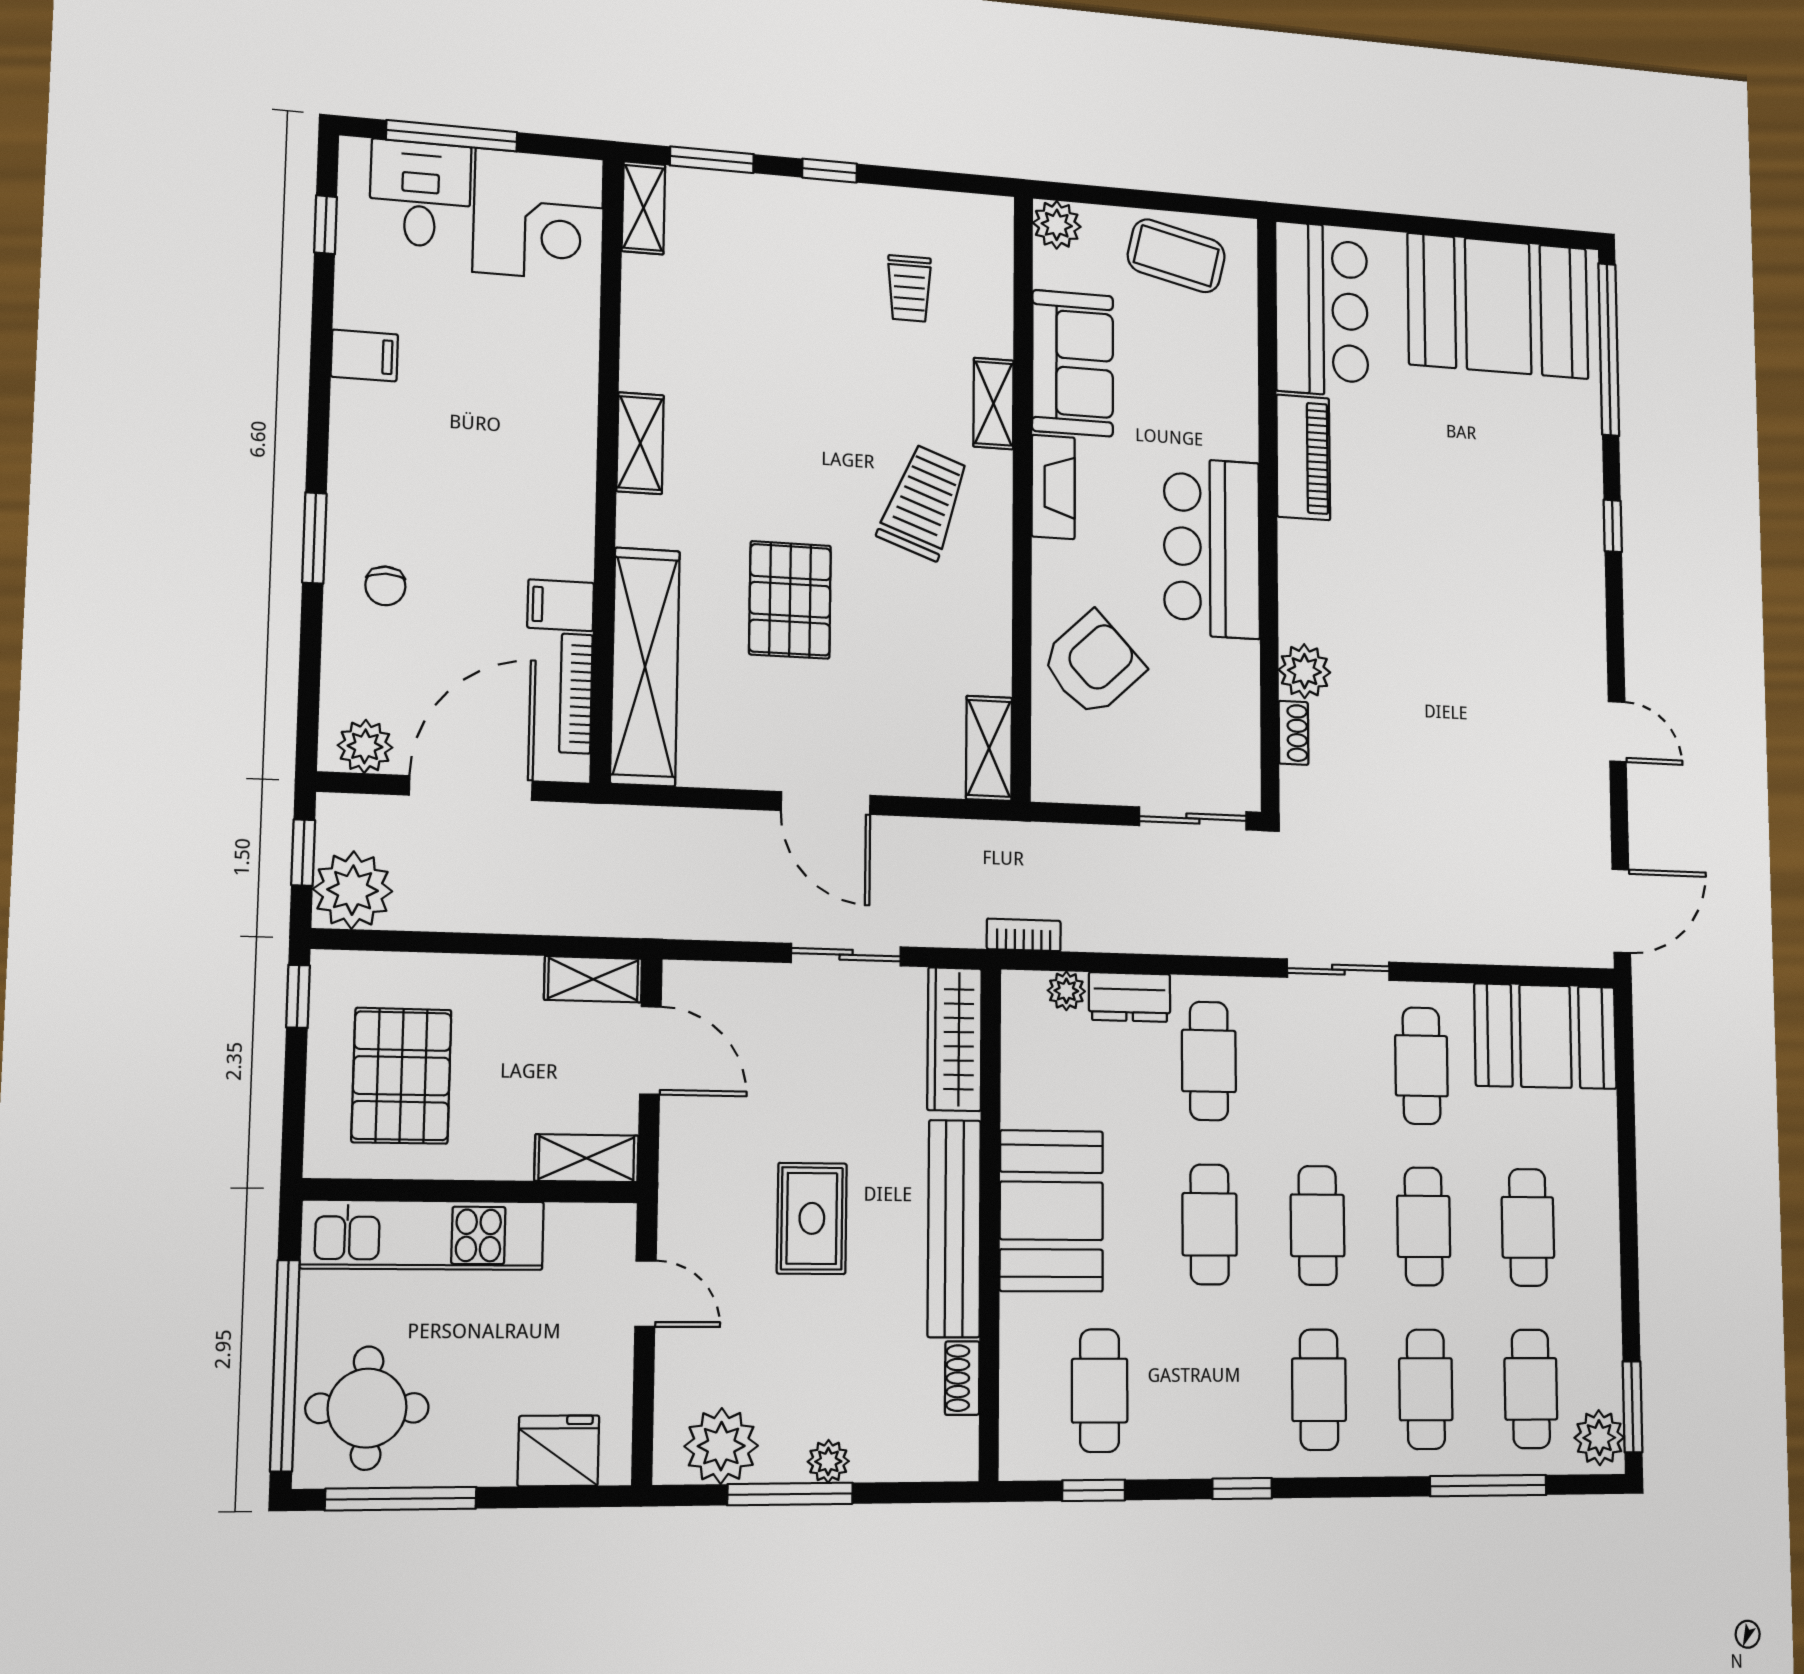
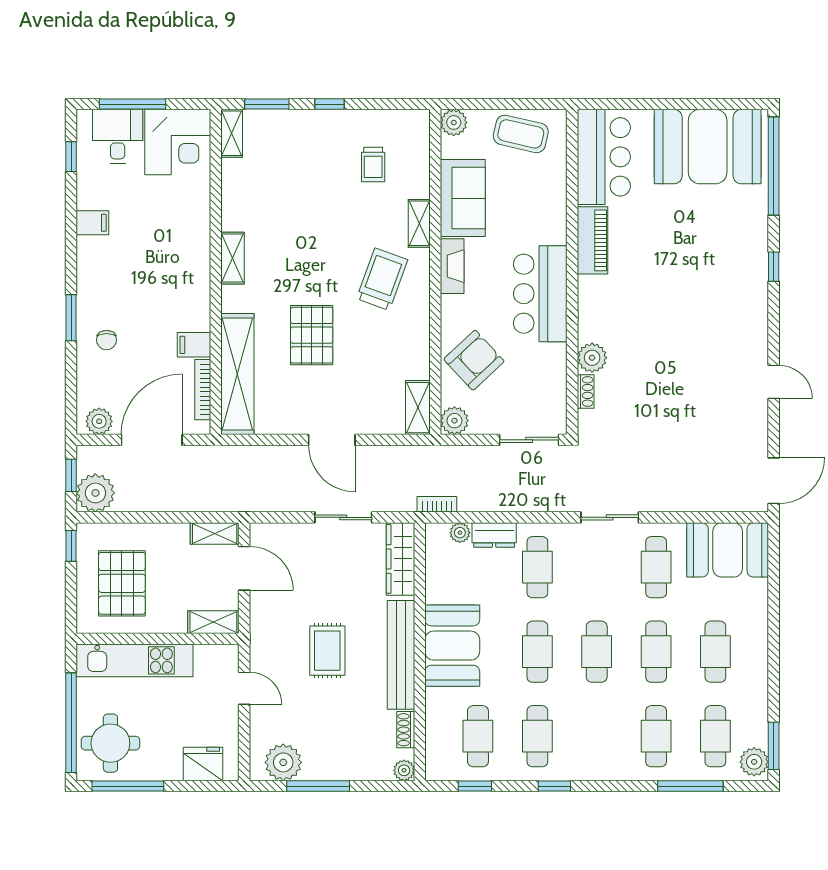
plant: (1057, 776) -> (454, 421), added
cafe table: (1319, 1390) -> (537, 736), moved
plant: (828, 1461) -> (404, 770), moved

